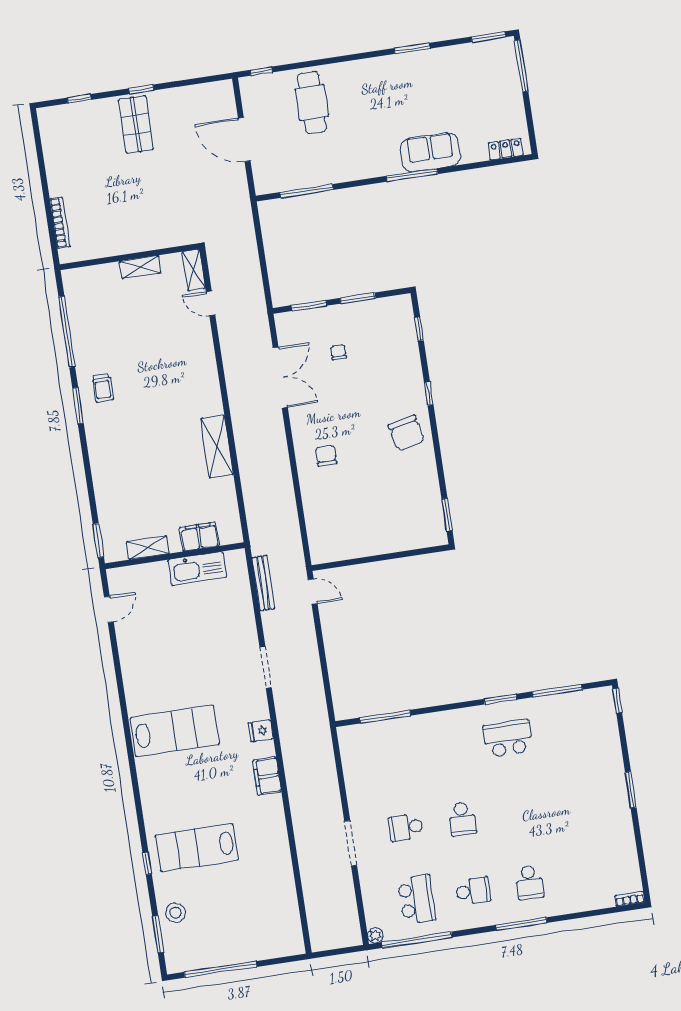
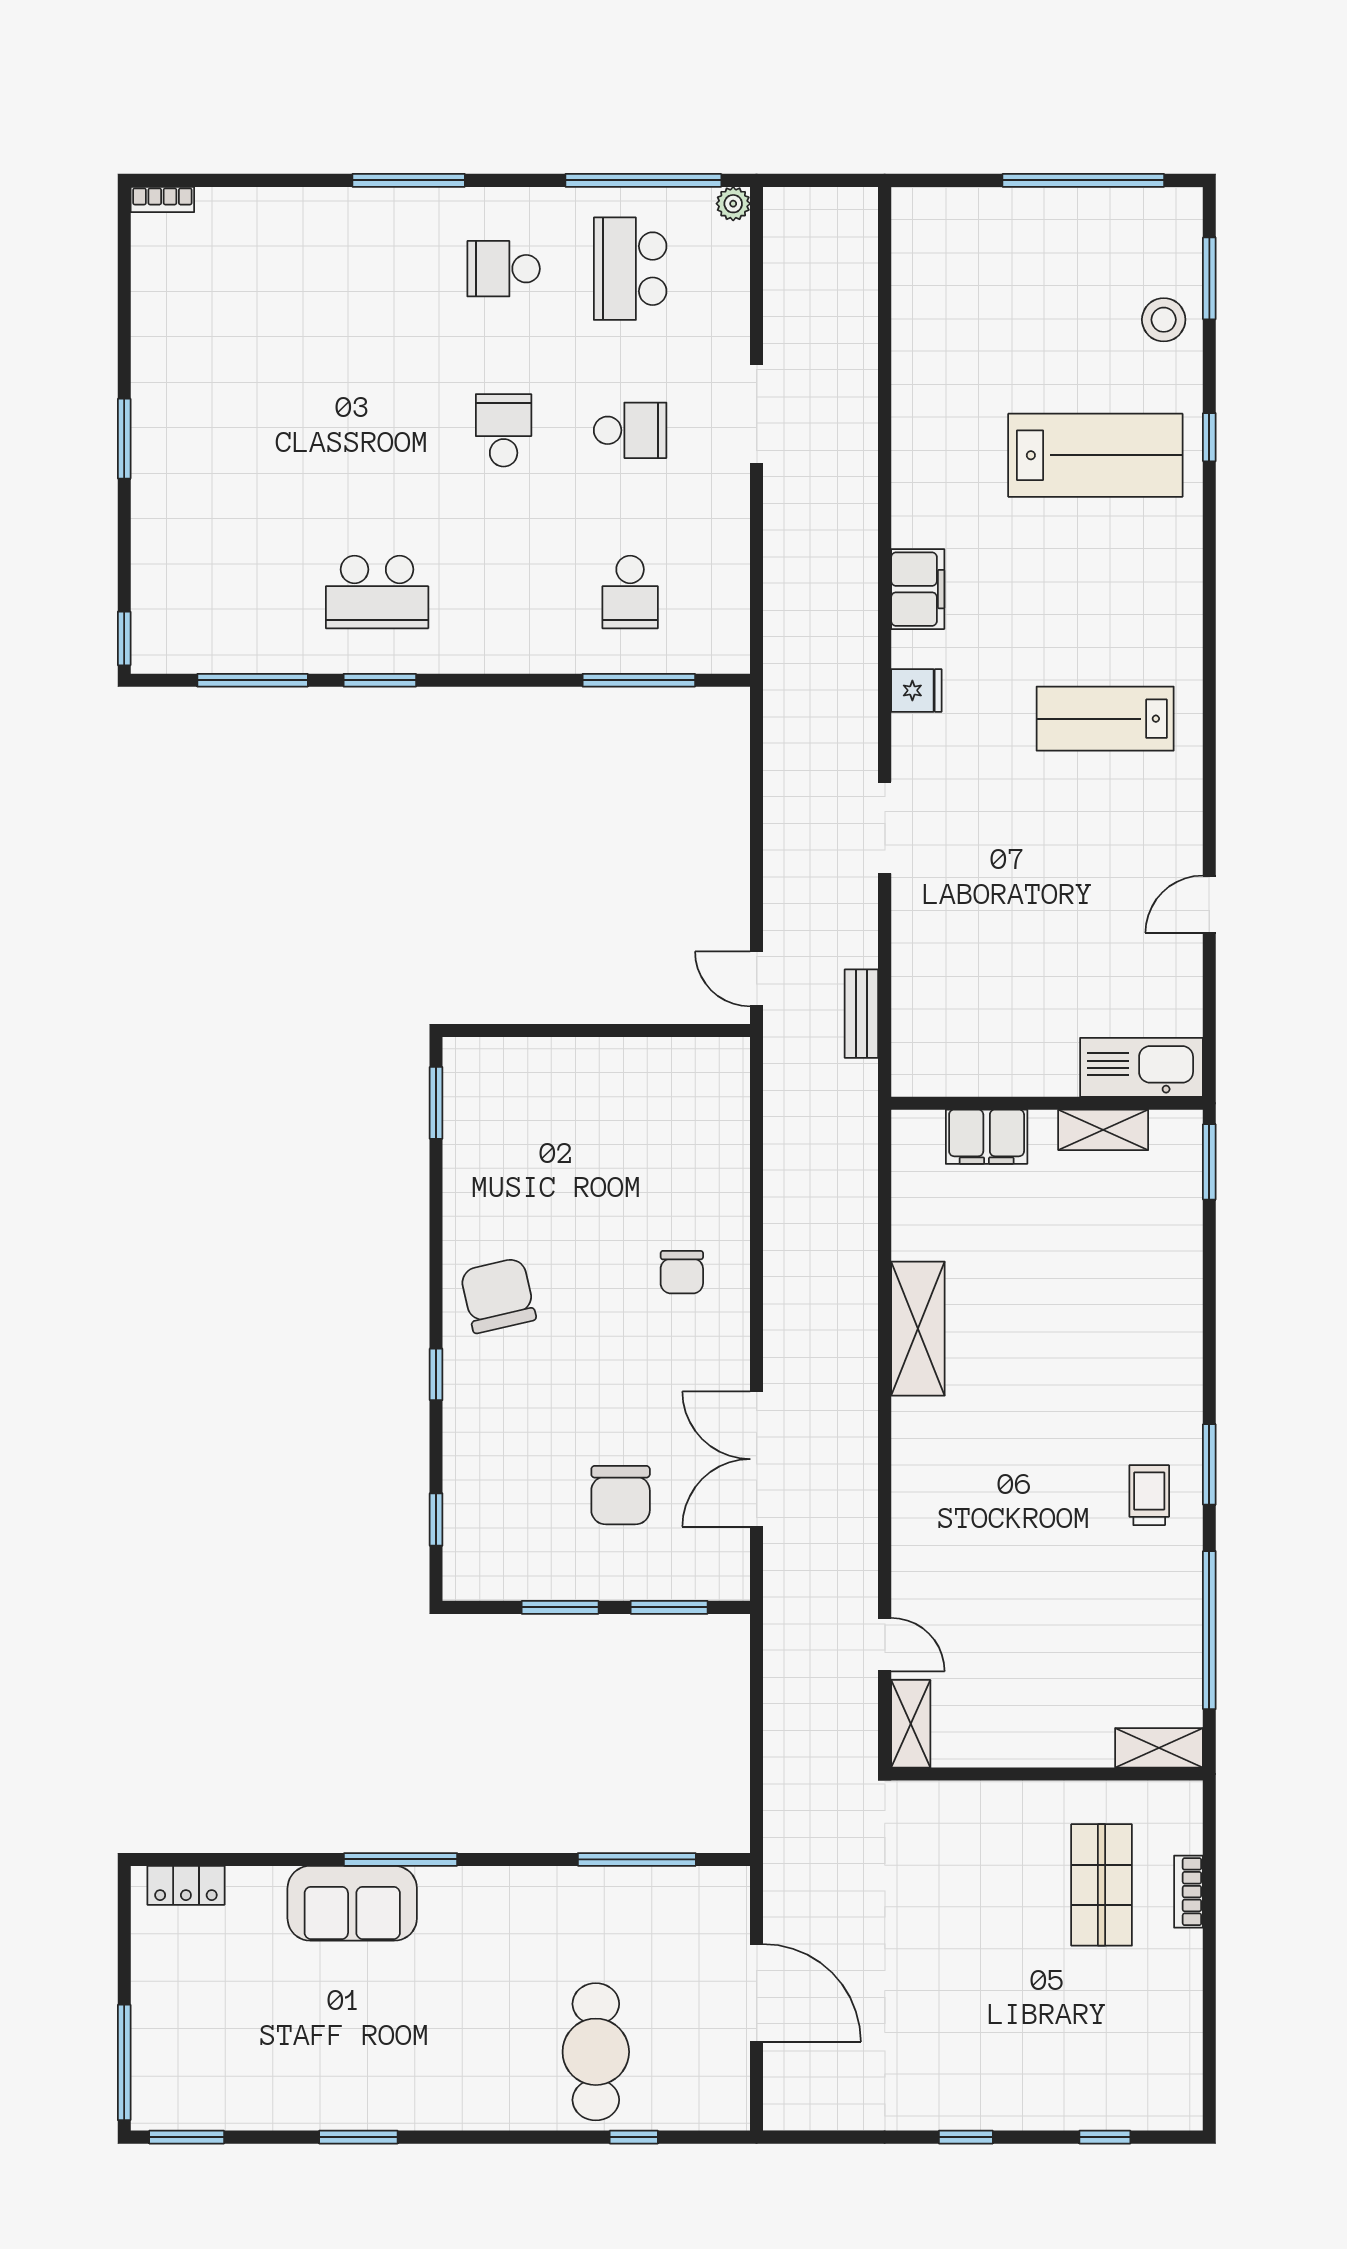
window: (261, 71) -> (634, 2137), moved
shop shelf: (136, 124) -> (1102, 1885), moved
bookcase: (60, 223) -> (1189, 1892), width x0.64
shelving: (140, 267) -> (1159, 1748), moved
chair: (338, 352) -> (621, 1495), width x1.87, depth x1.87
kitchen sink: (197, 569) -> (1141, 1067), moved
bench: (263, 583) -> (861, 1014), width x0.73
door: (109, 610) -> (1209, 904), moved
lab bench: (175, 731) -> (1105, 719), width x0.73, depth x0.72
school desk: (530, 882) -> (630, 592), moved, turned 180

